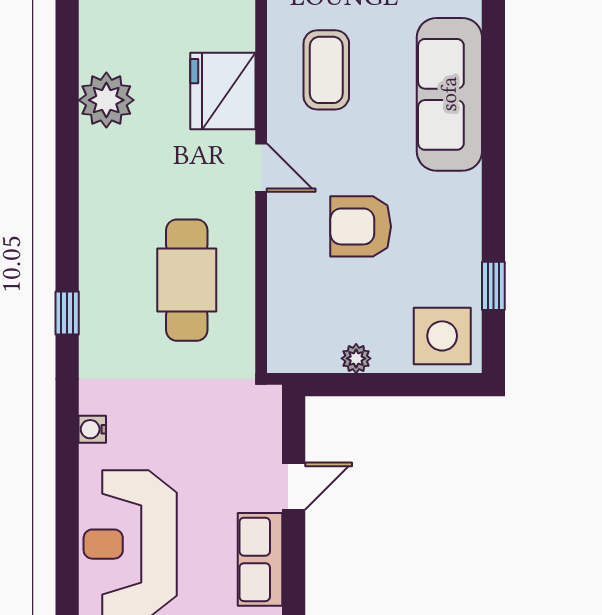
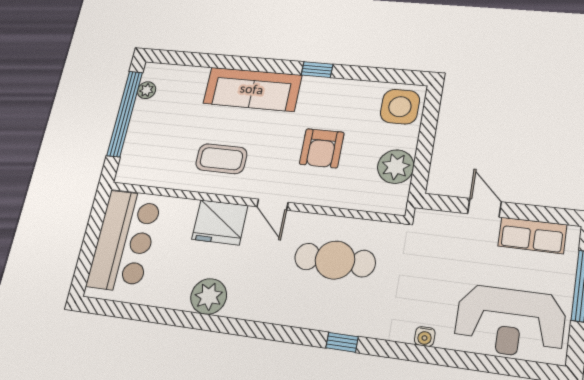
door: (261, 168) -> (272, 205), swing flipped
window: (493, 286) -> (317, 70), moved
plant: (356, 358) -> (396, 167), width x1.87, depth x1.87

